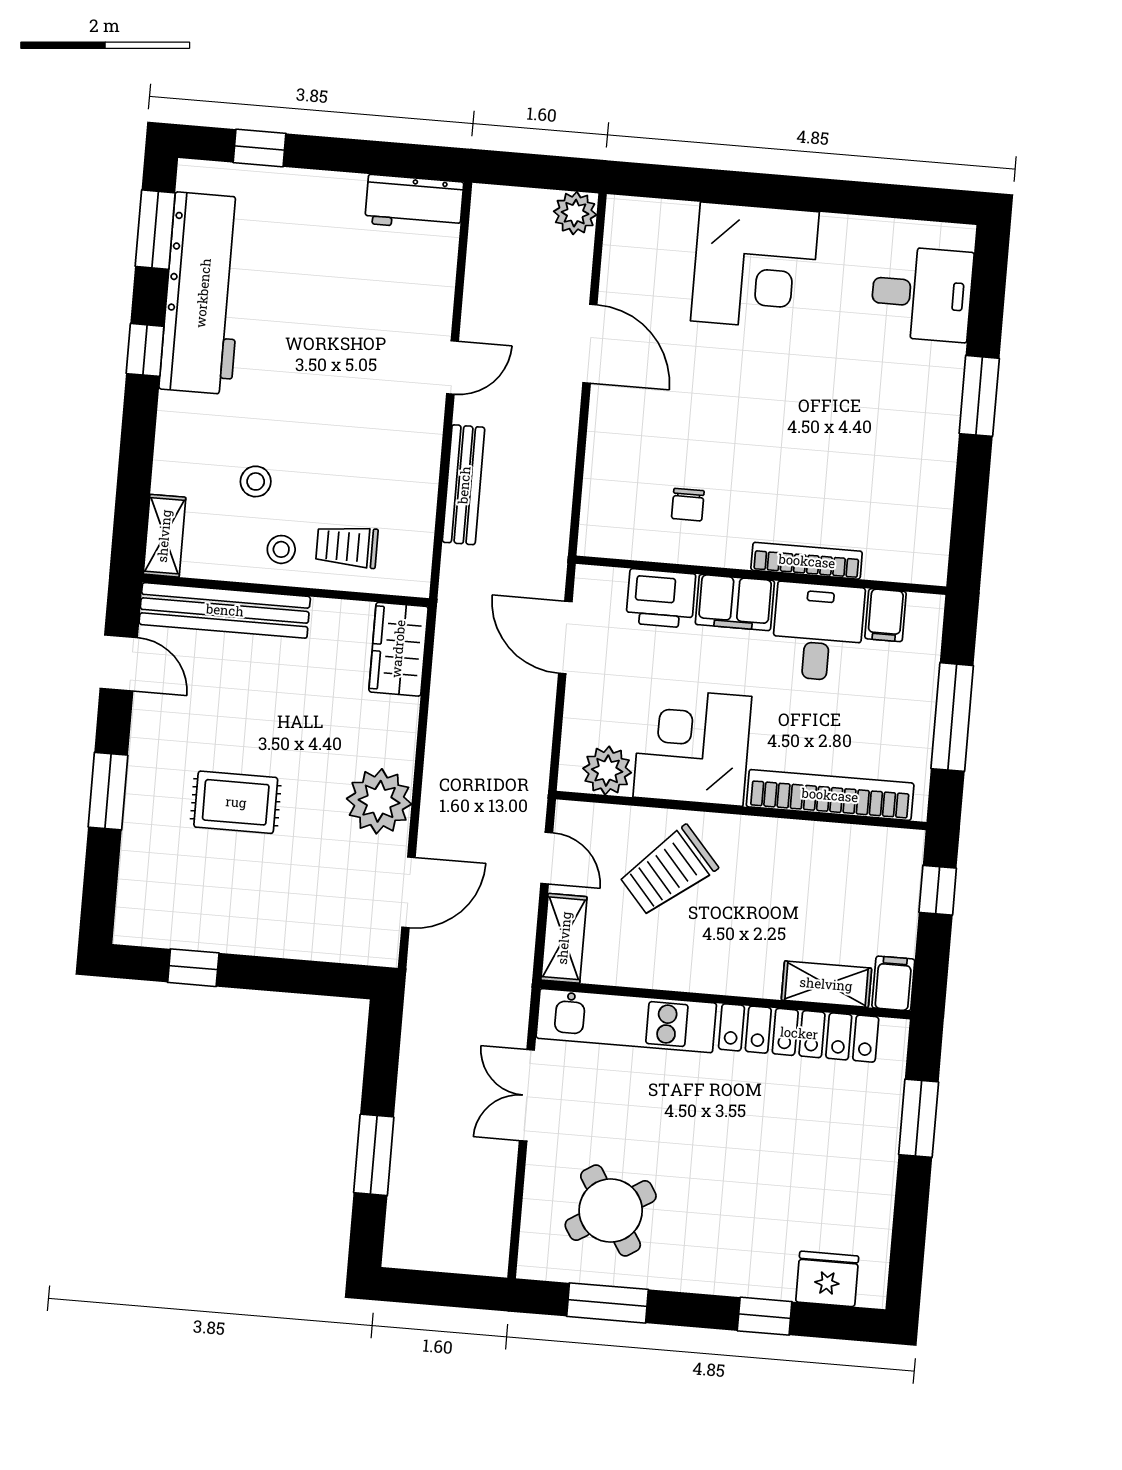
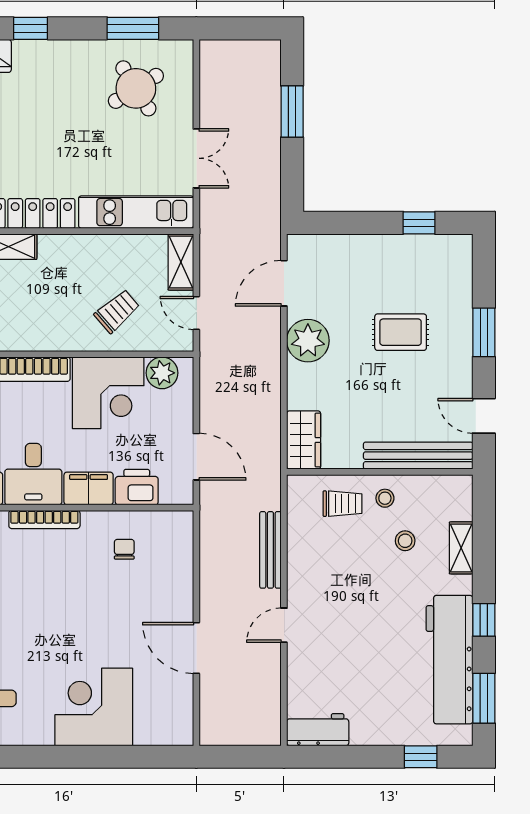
plant: (575, 213) -> (213, 732), removed
shelving: (164, 536) -> (461, 548), moved
trolley: (668, 871) -> (117, 311), width x0.73, depth x0.72

